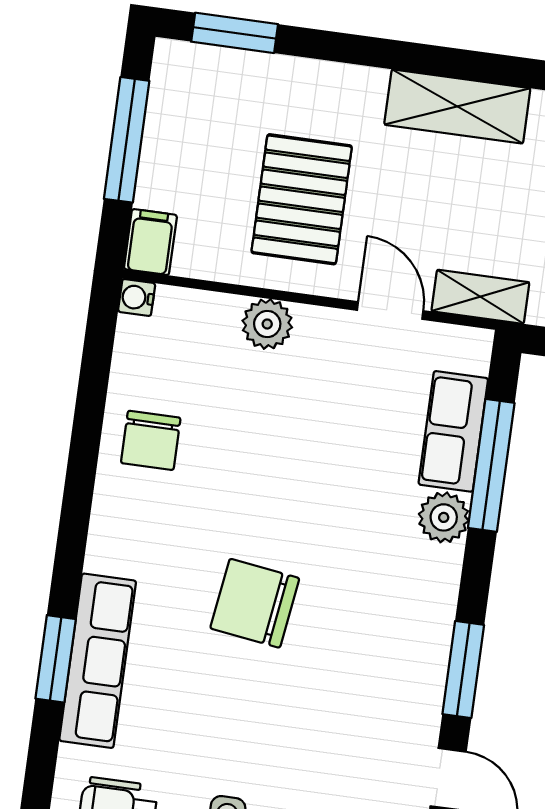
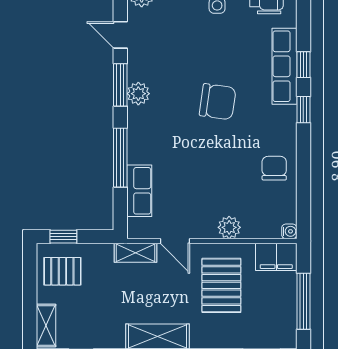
filing cabinet: (150, 242) -> (276, 257), width x2.00
window: (491, 465) -> (120, 158), moved
plant: (444, 517) -> (138, 94), moved
window: (69, 560) -> (303, 110), added
window: (56, 659) -> (303, 65), width x0.67

